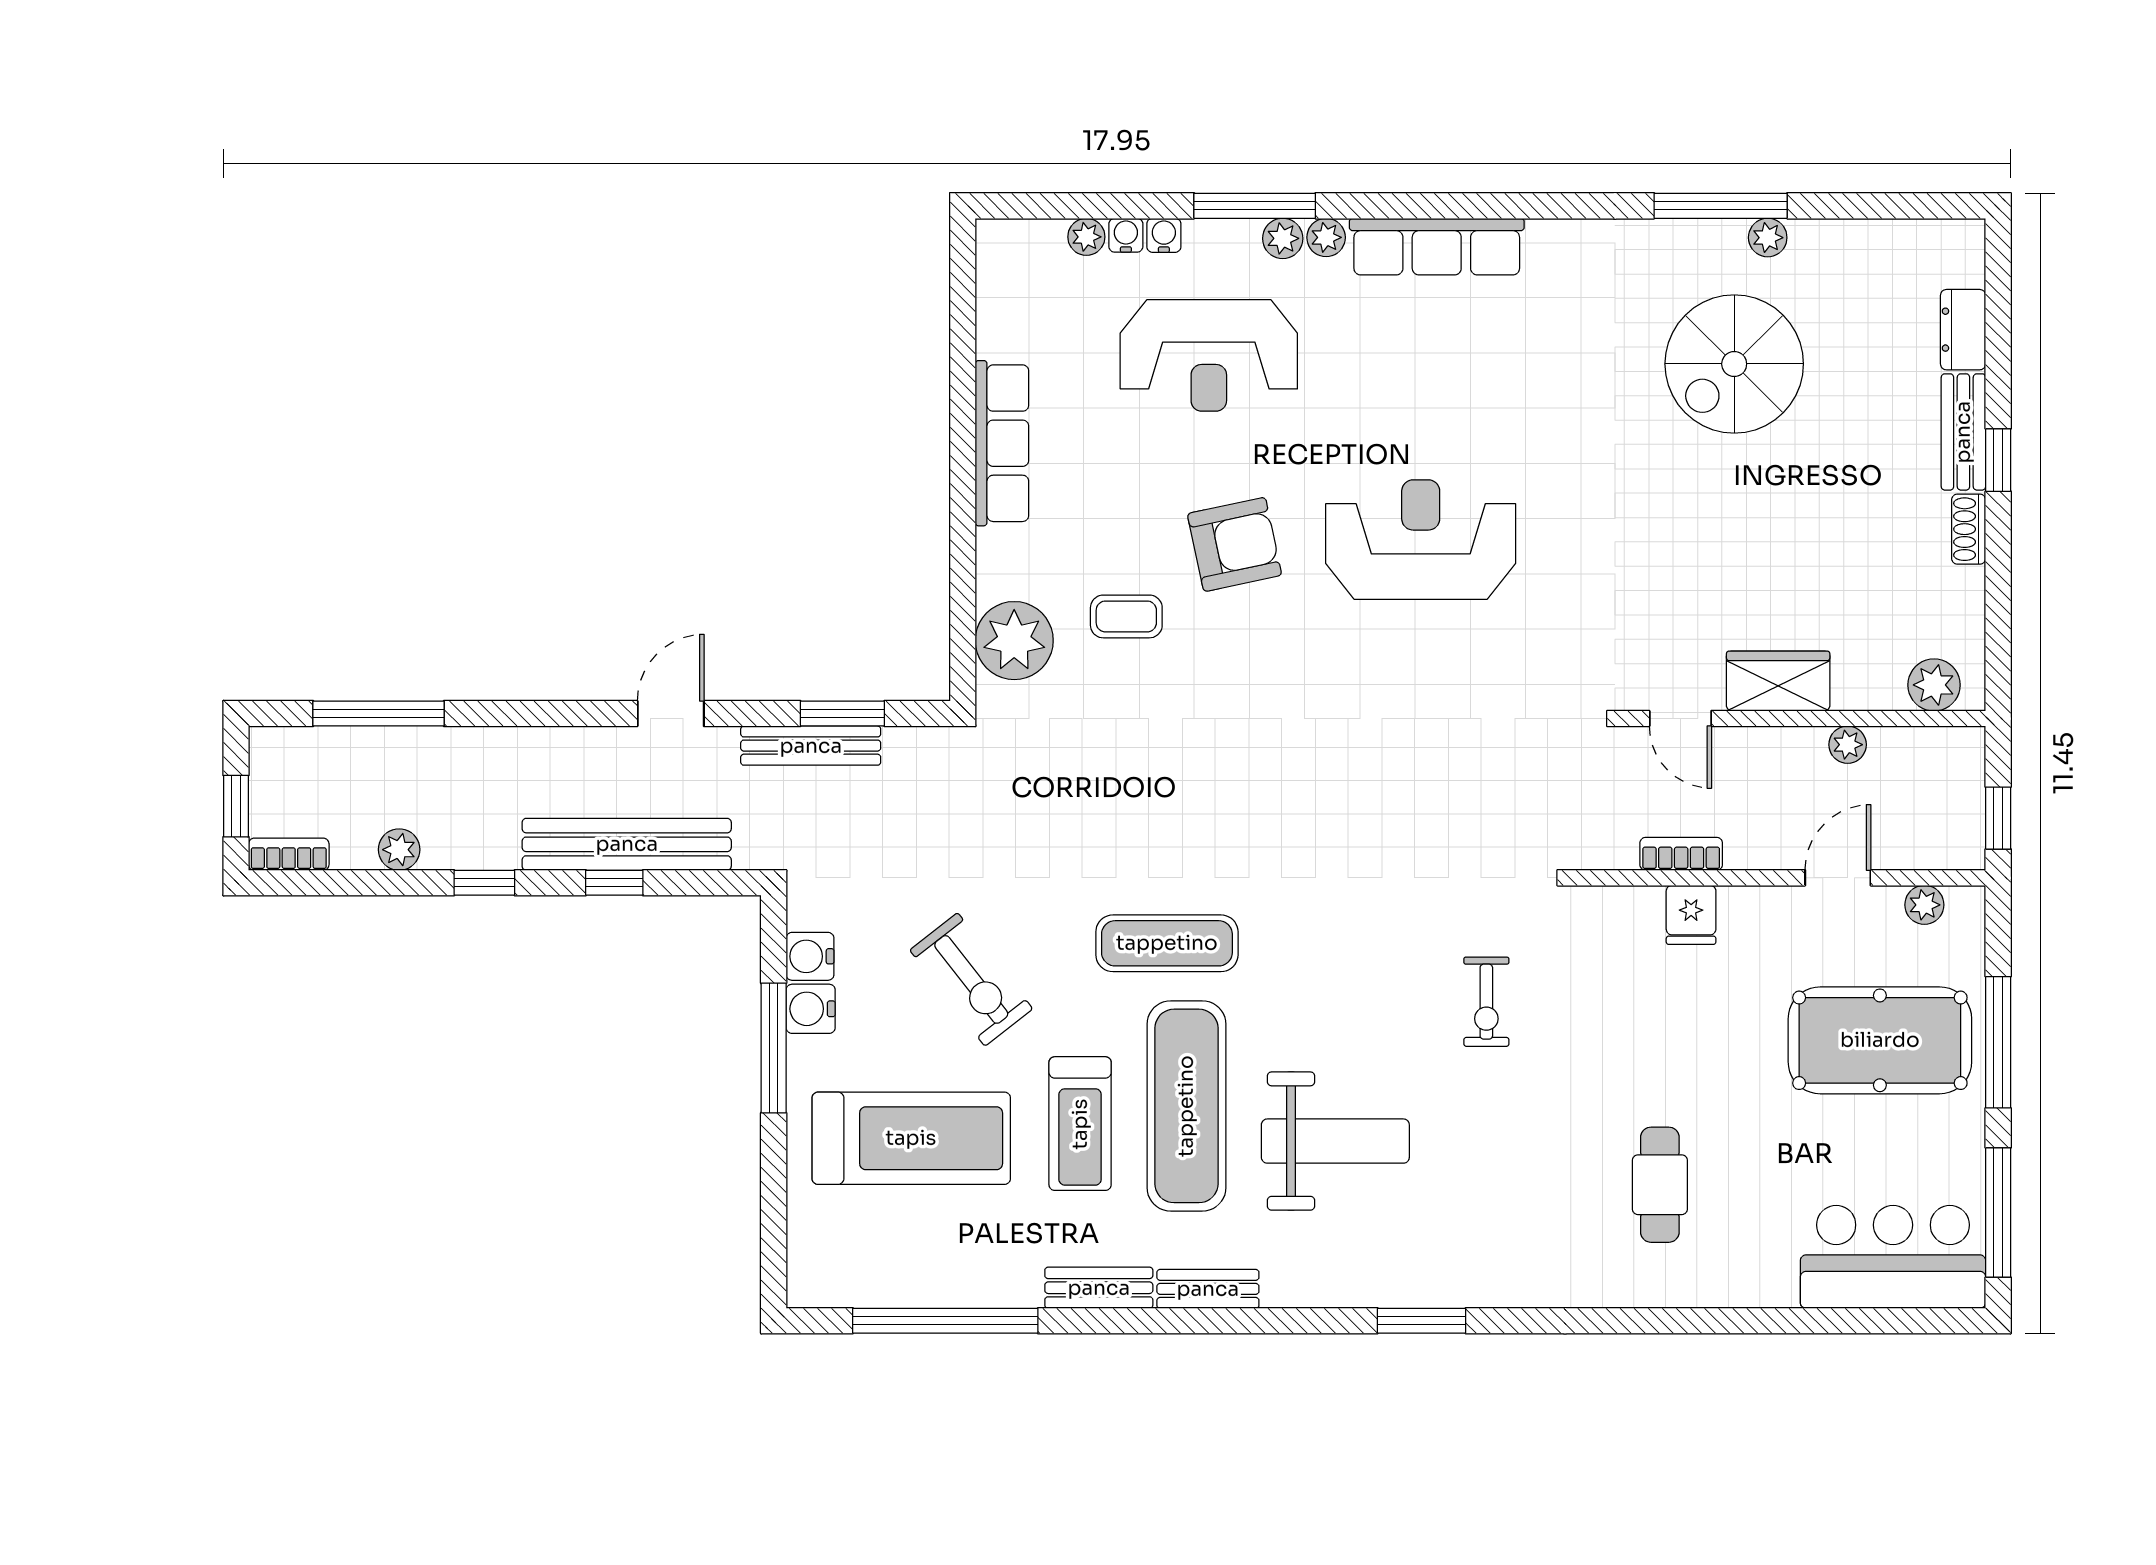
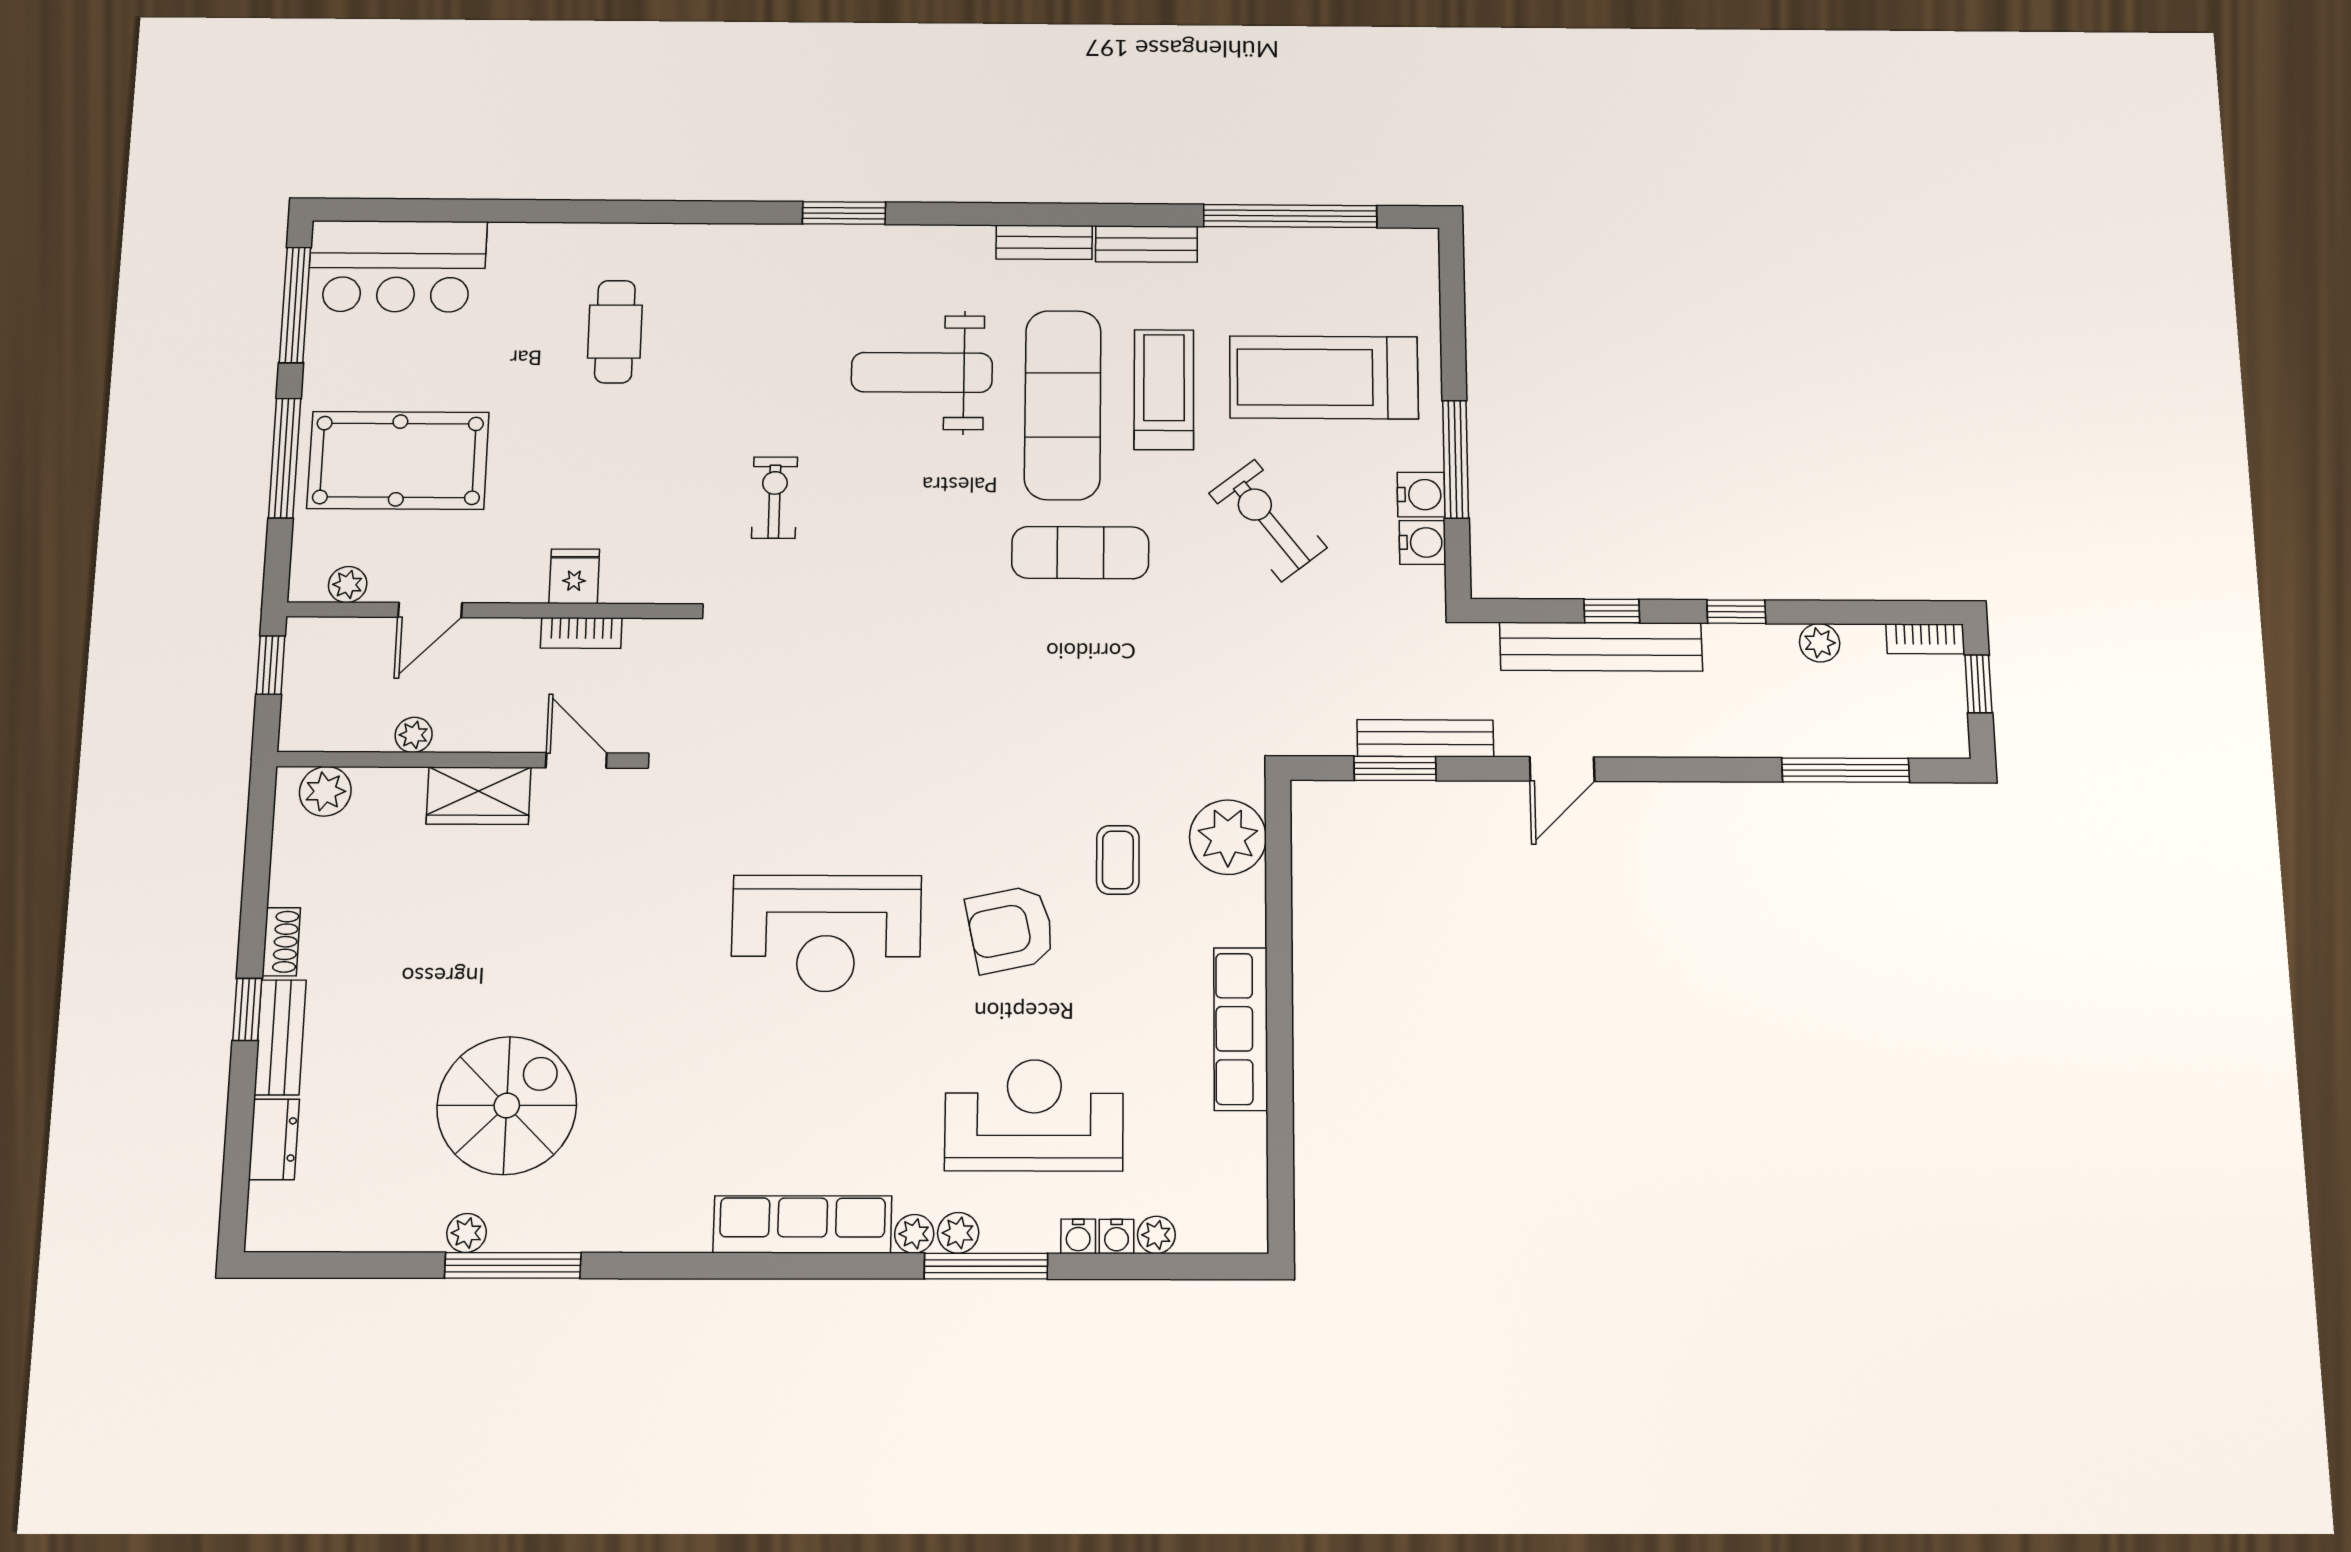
coffee table: (1126, 616) -> (1118, 860), turned 90

